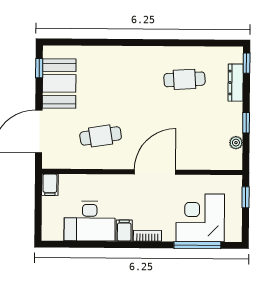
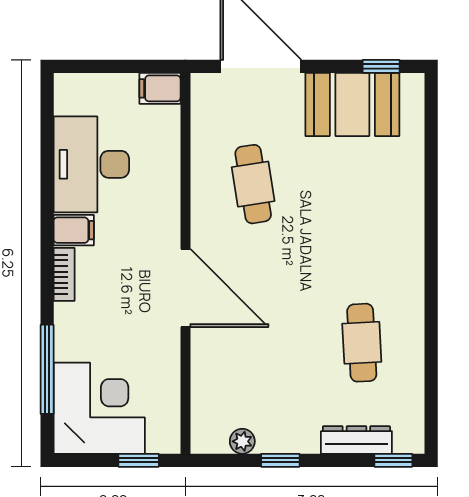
corner desk: (200, 218) -> (99, 408), moved

